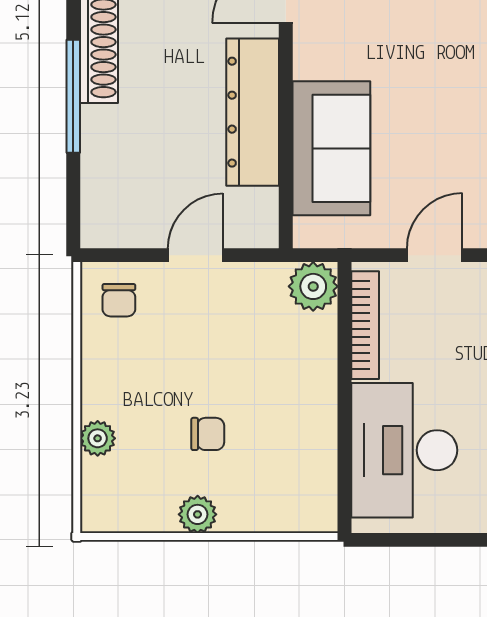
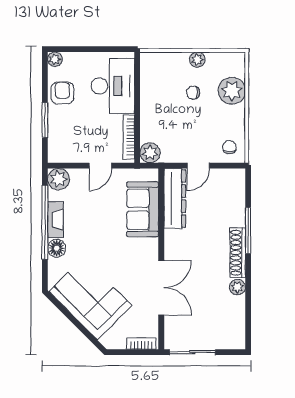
dresser: (253, 112) -> (175, 199), moved
plant: (98, 438) -> (232, 91), width x1.88, depth x1.88

